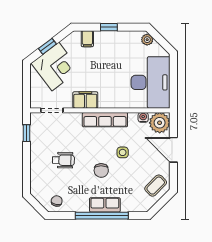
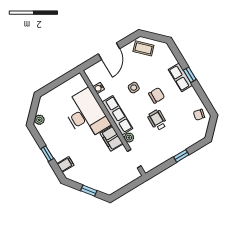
corner desk: (55, 66) -> (100, 176), removed
desk: (151, 82) -> (86, 114), moved, turned 90
plant: (160, 123) -> (129, 138), moved, width x0.53, depth x0.53
window: (27, 133) -> (181, 156), moved
wheelchair: (63, 160) -> (157, 120), moved
window: (102, 216) -> (190, 75), width x0.32

